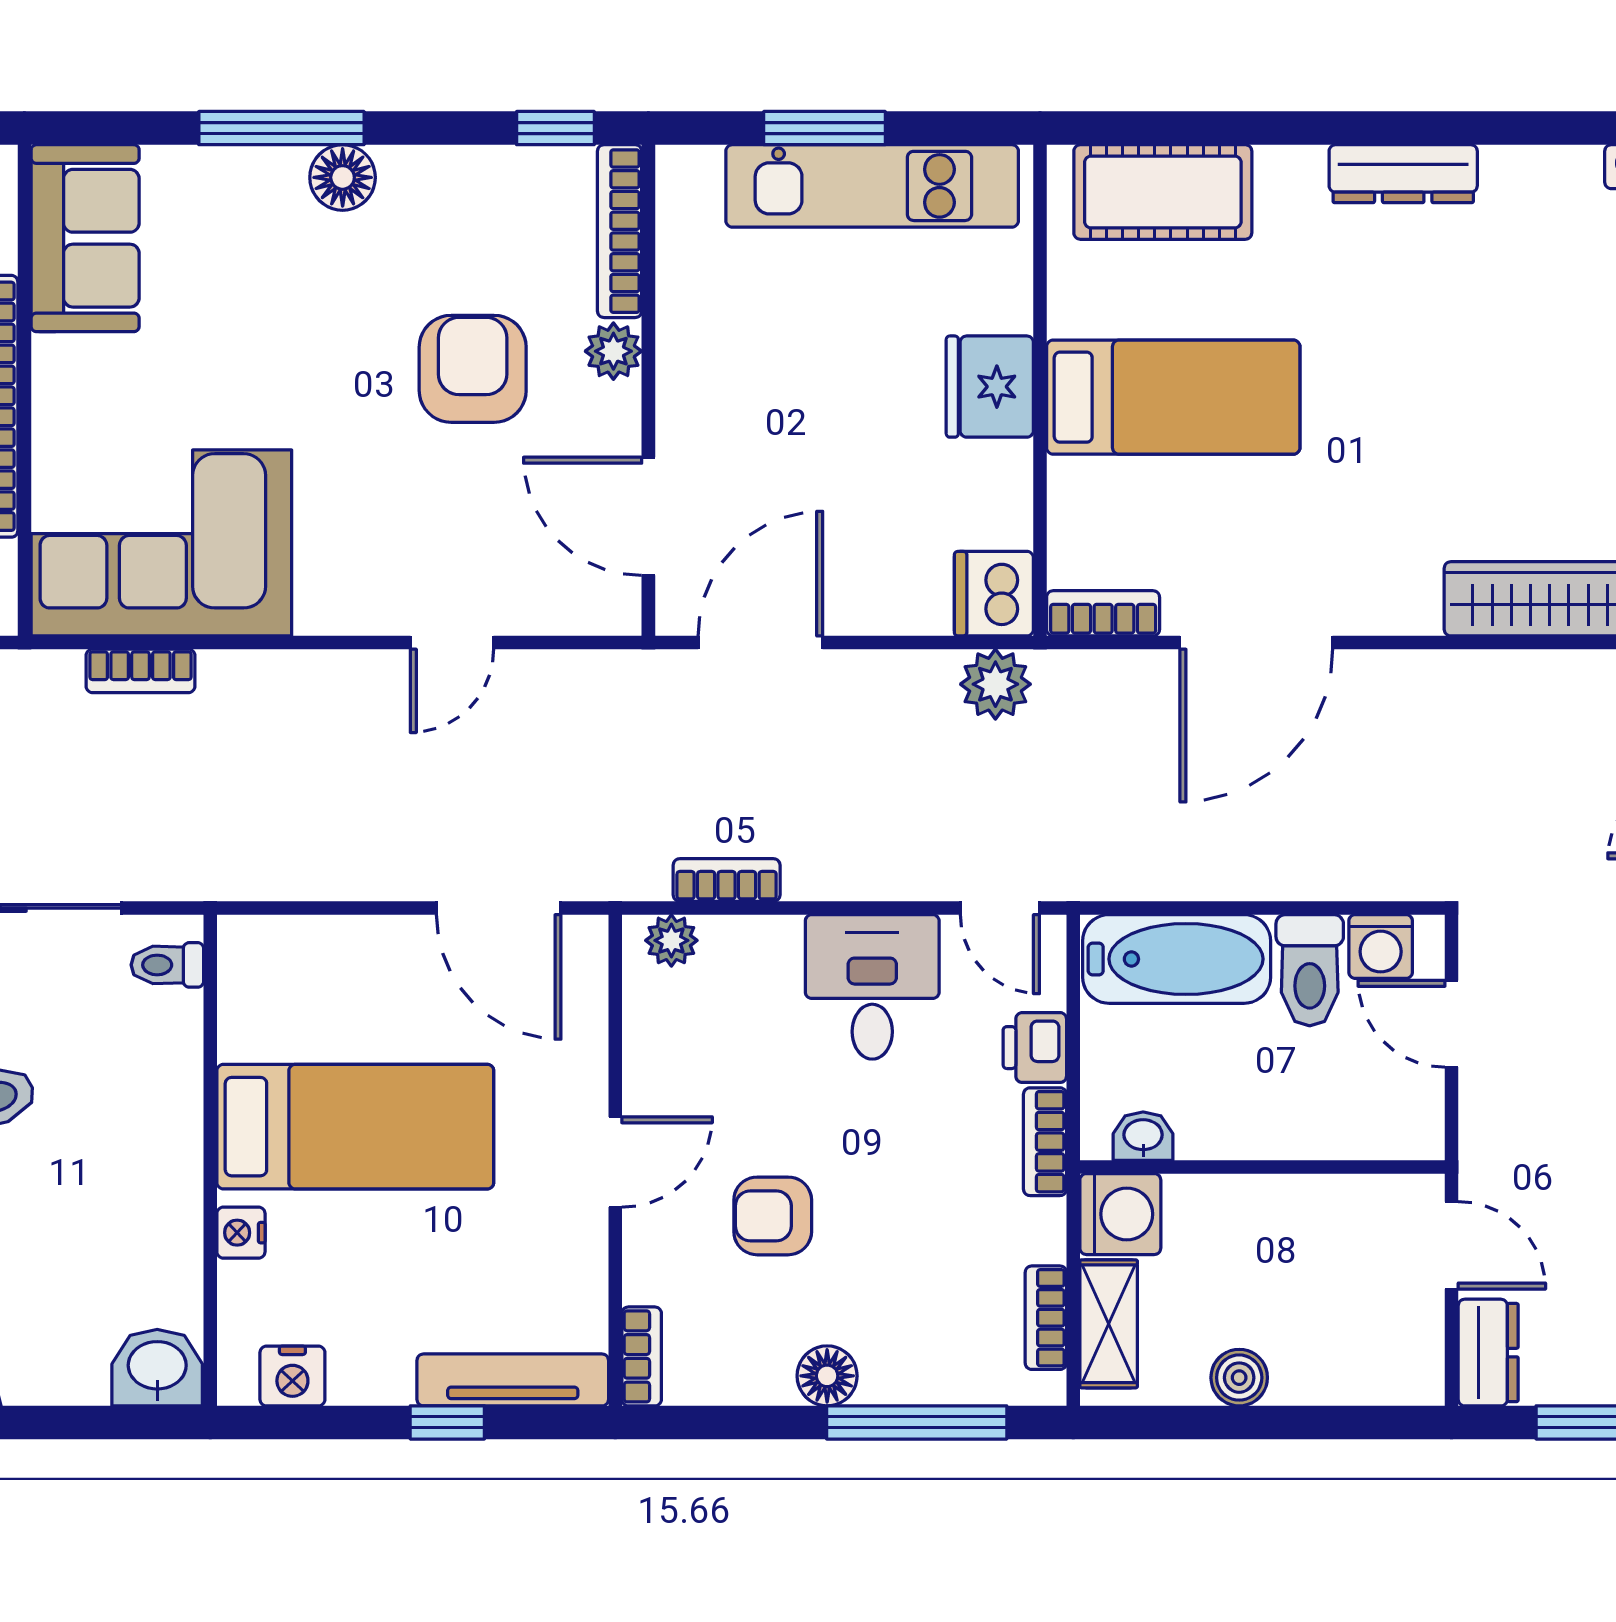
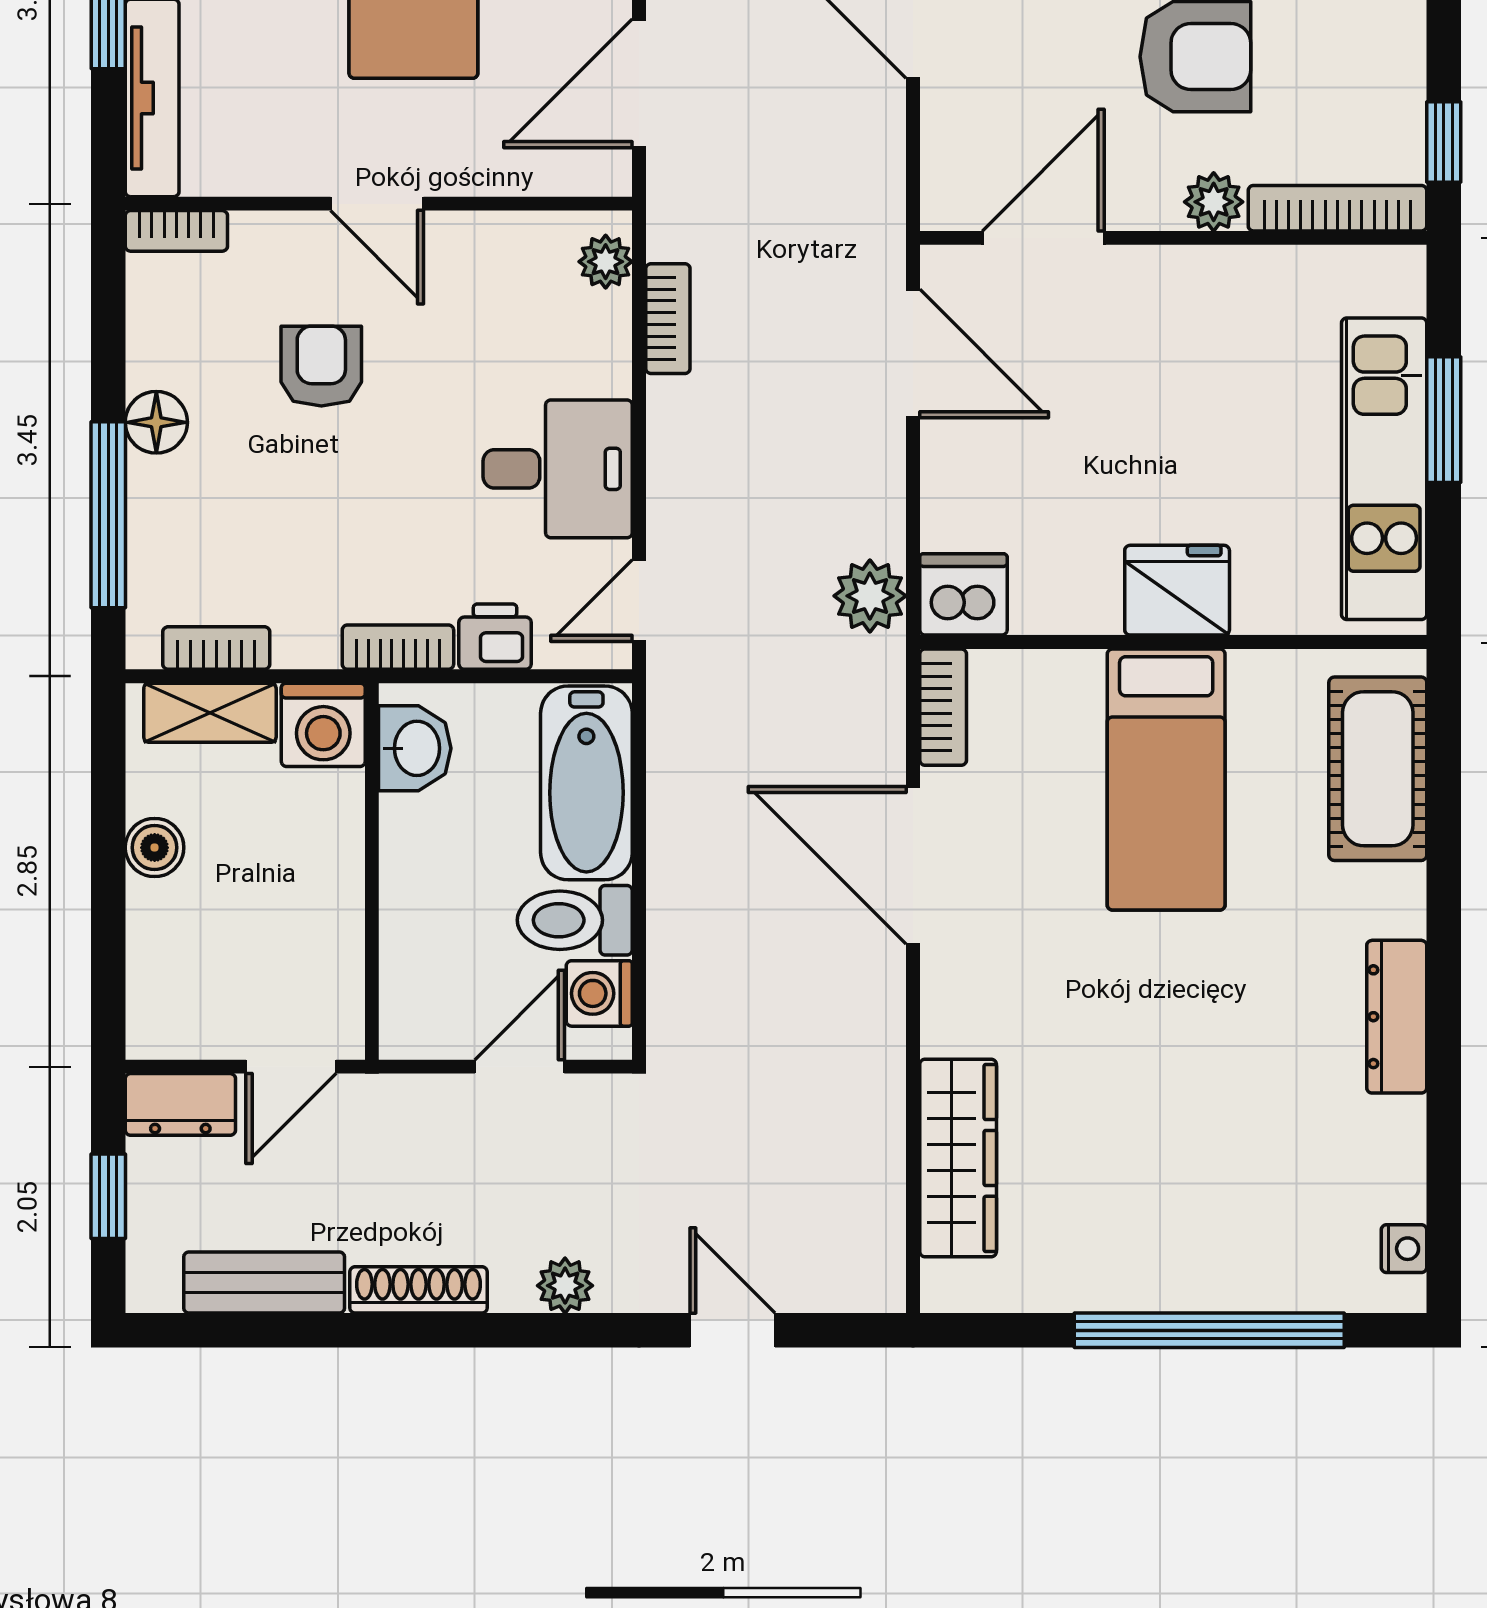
washbasin: (1143, 1136) -> (415, 748), width x1.38, depth x1.45

